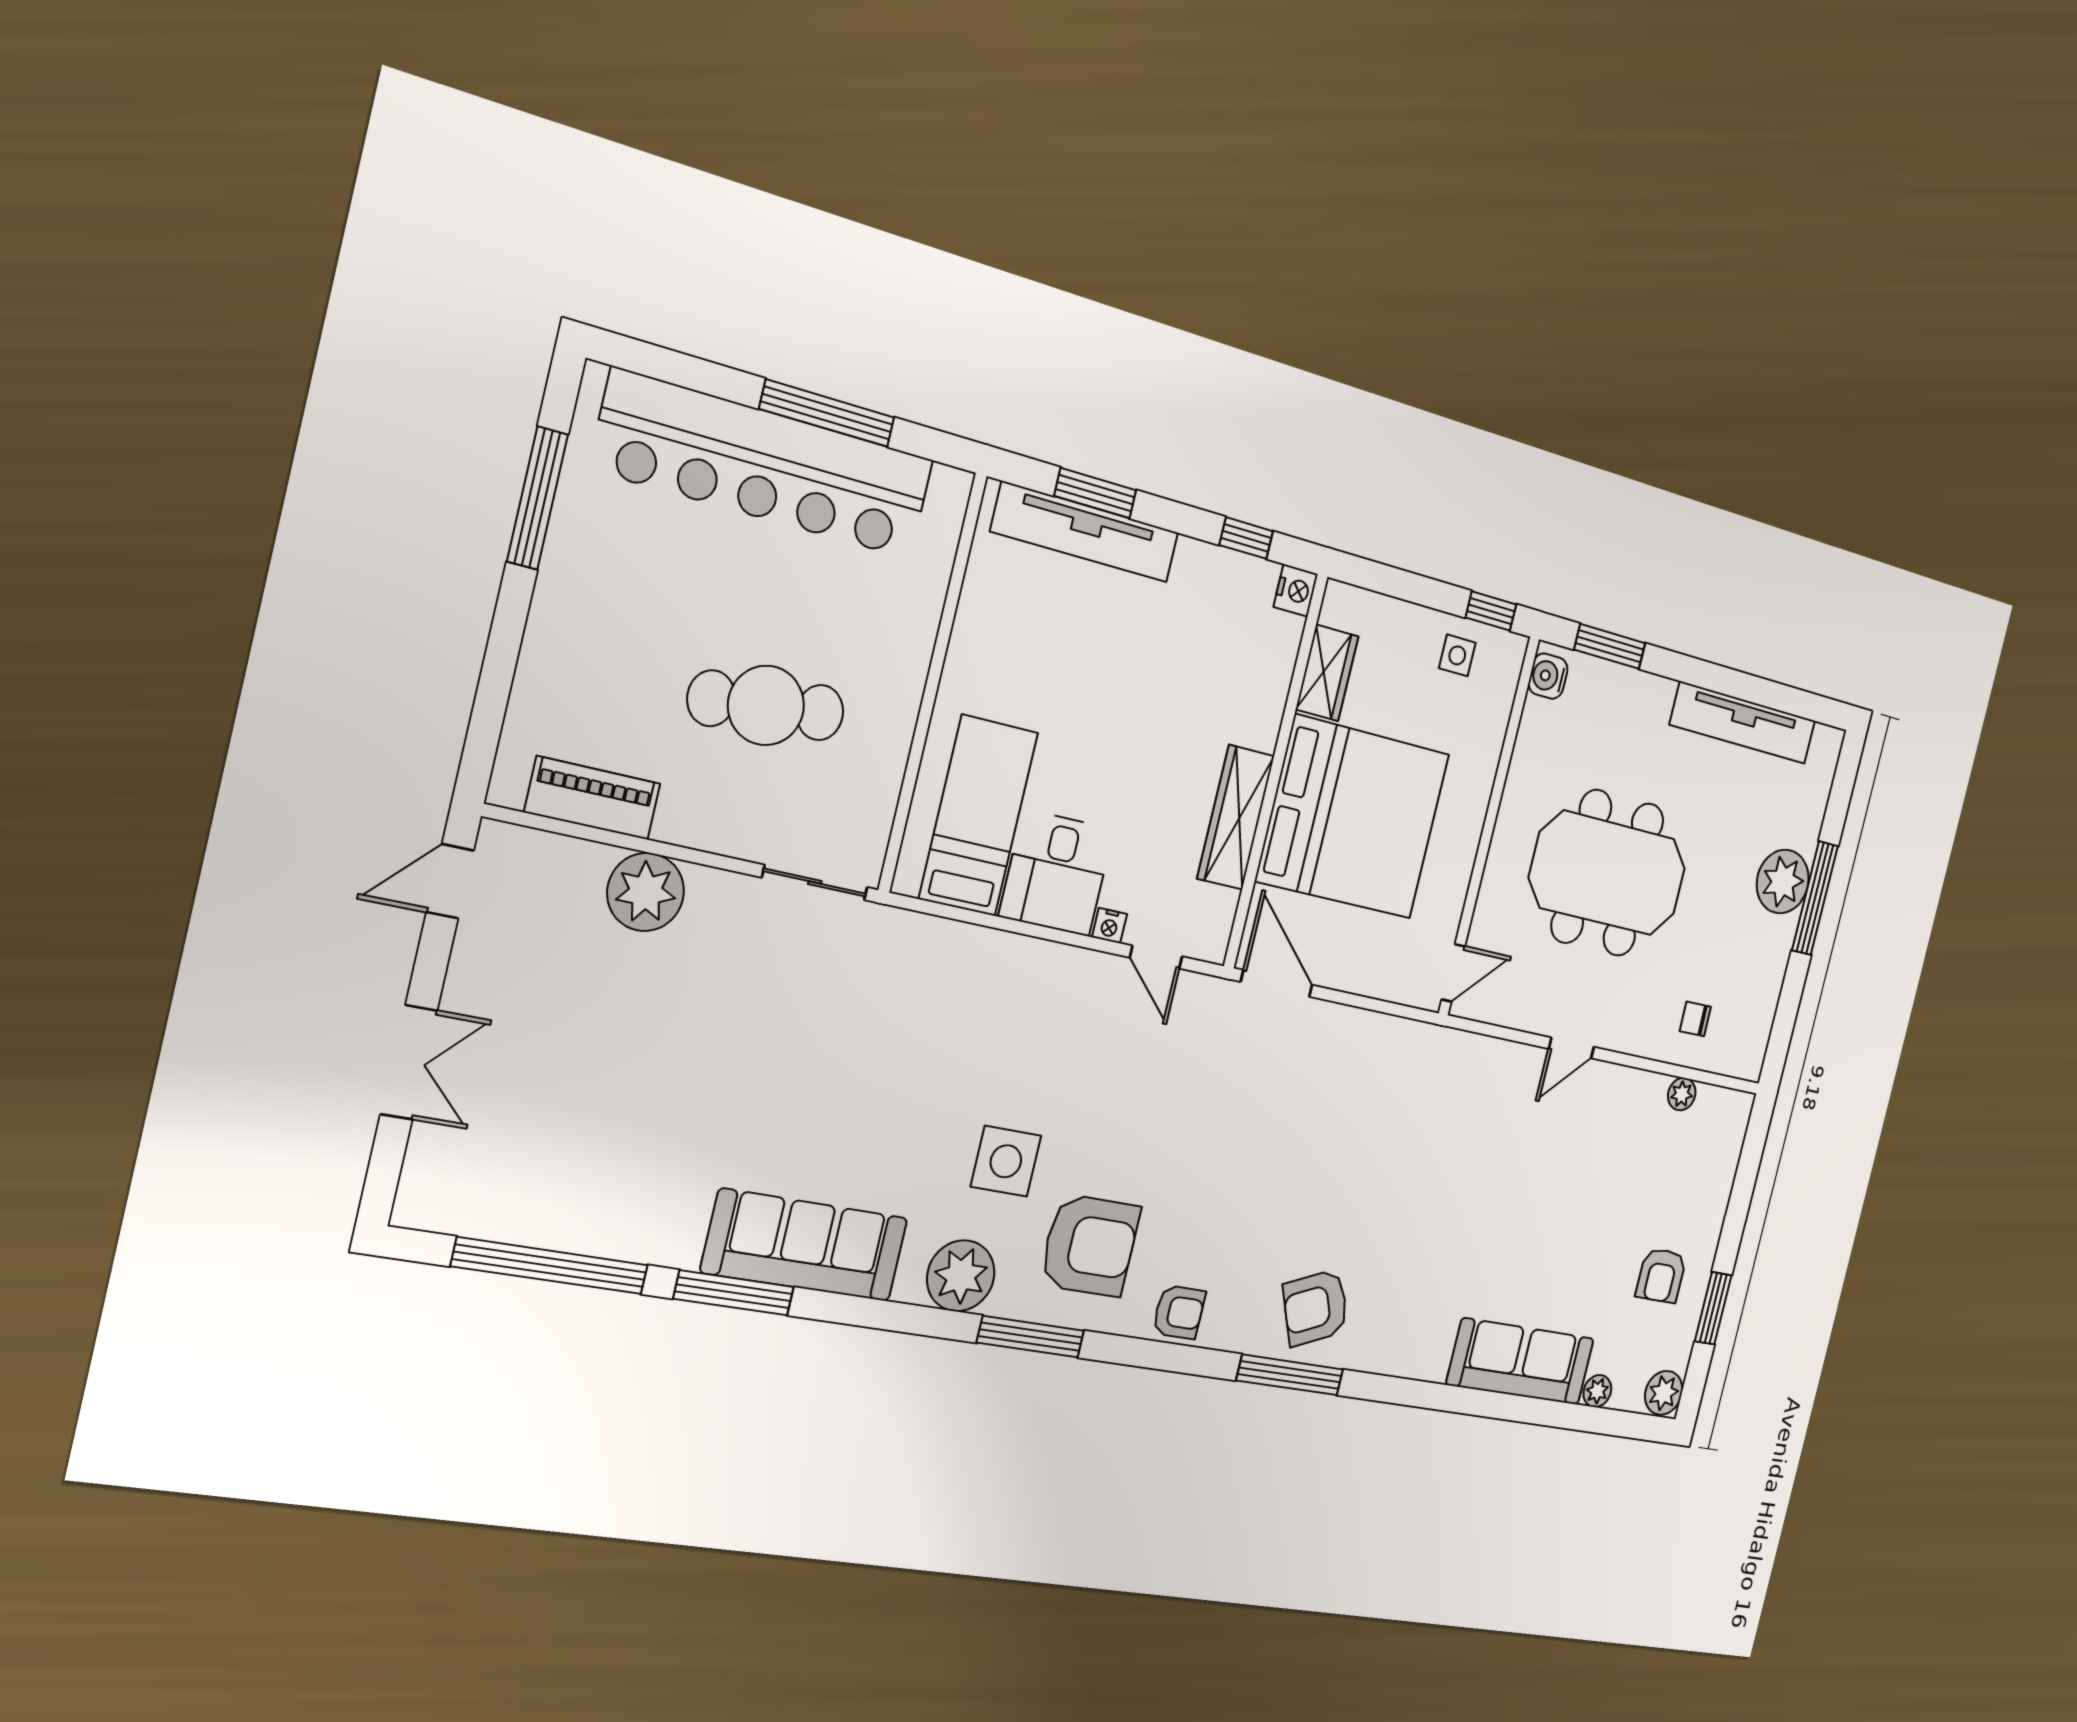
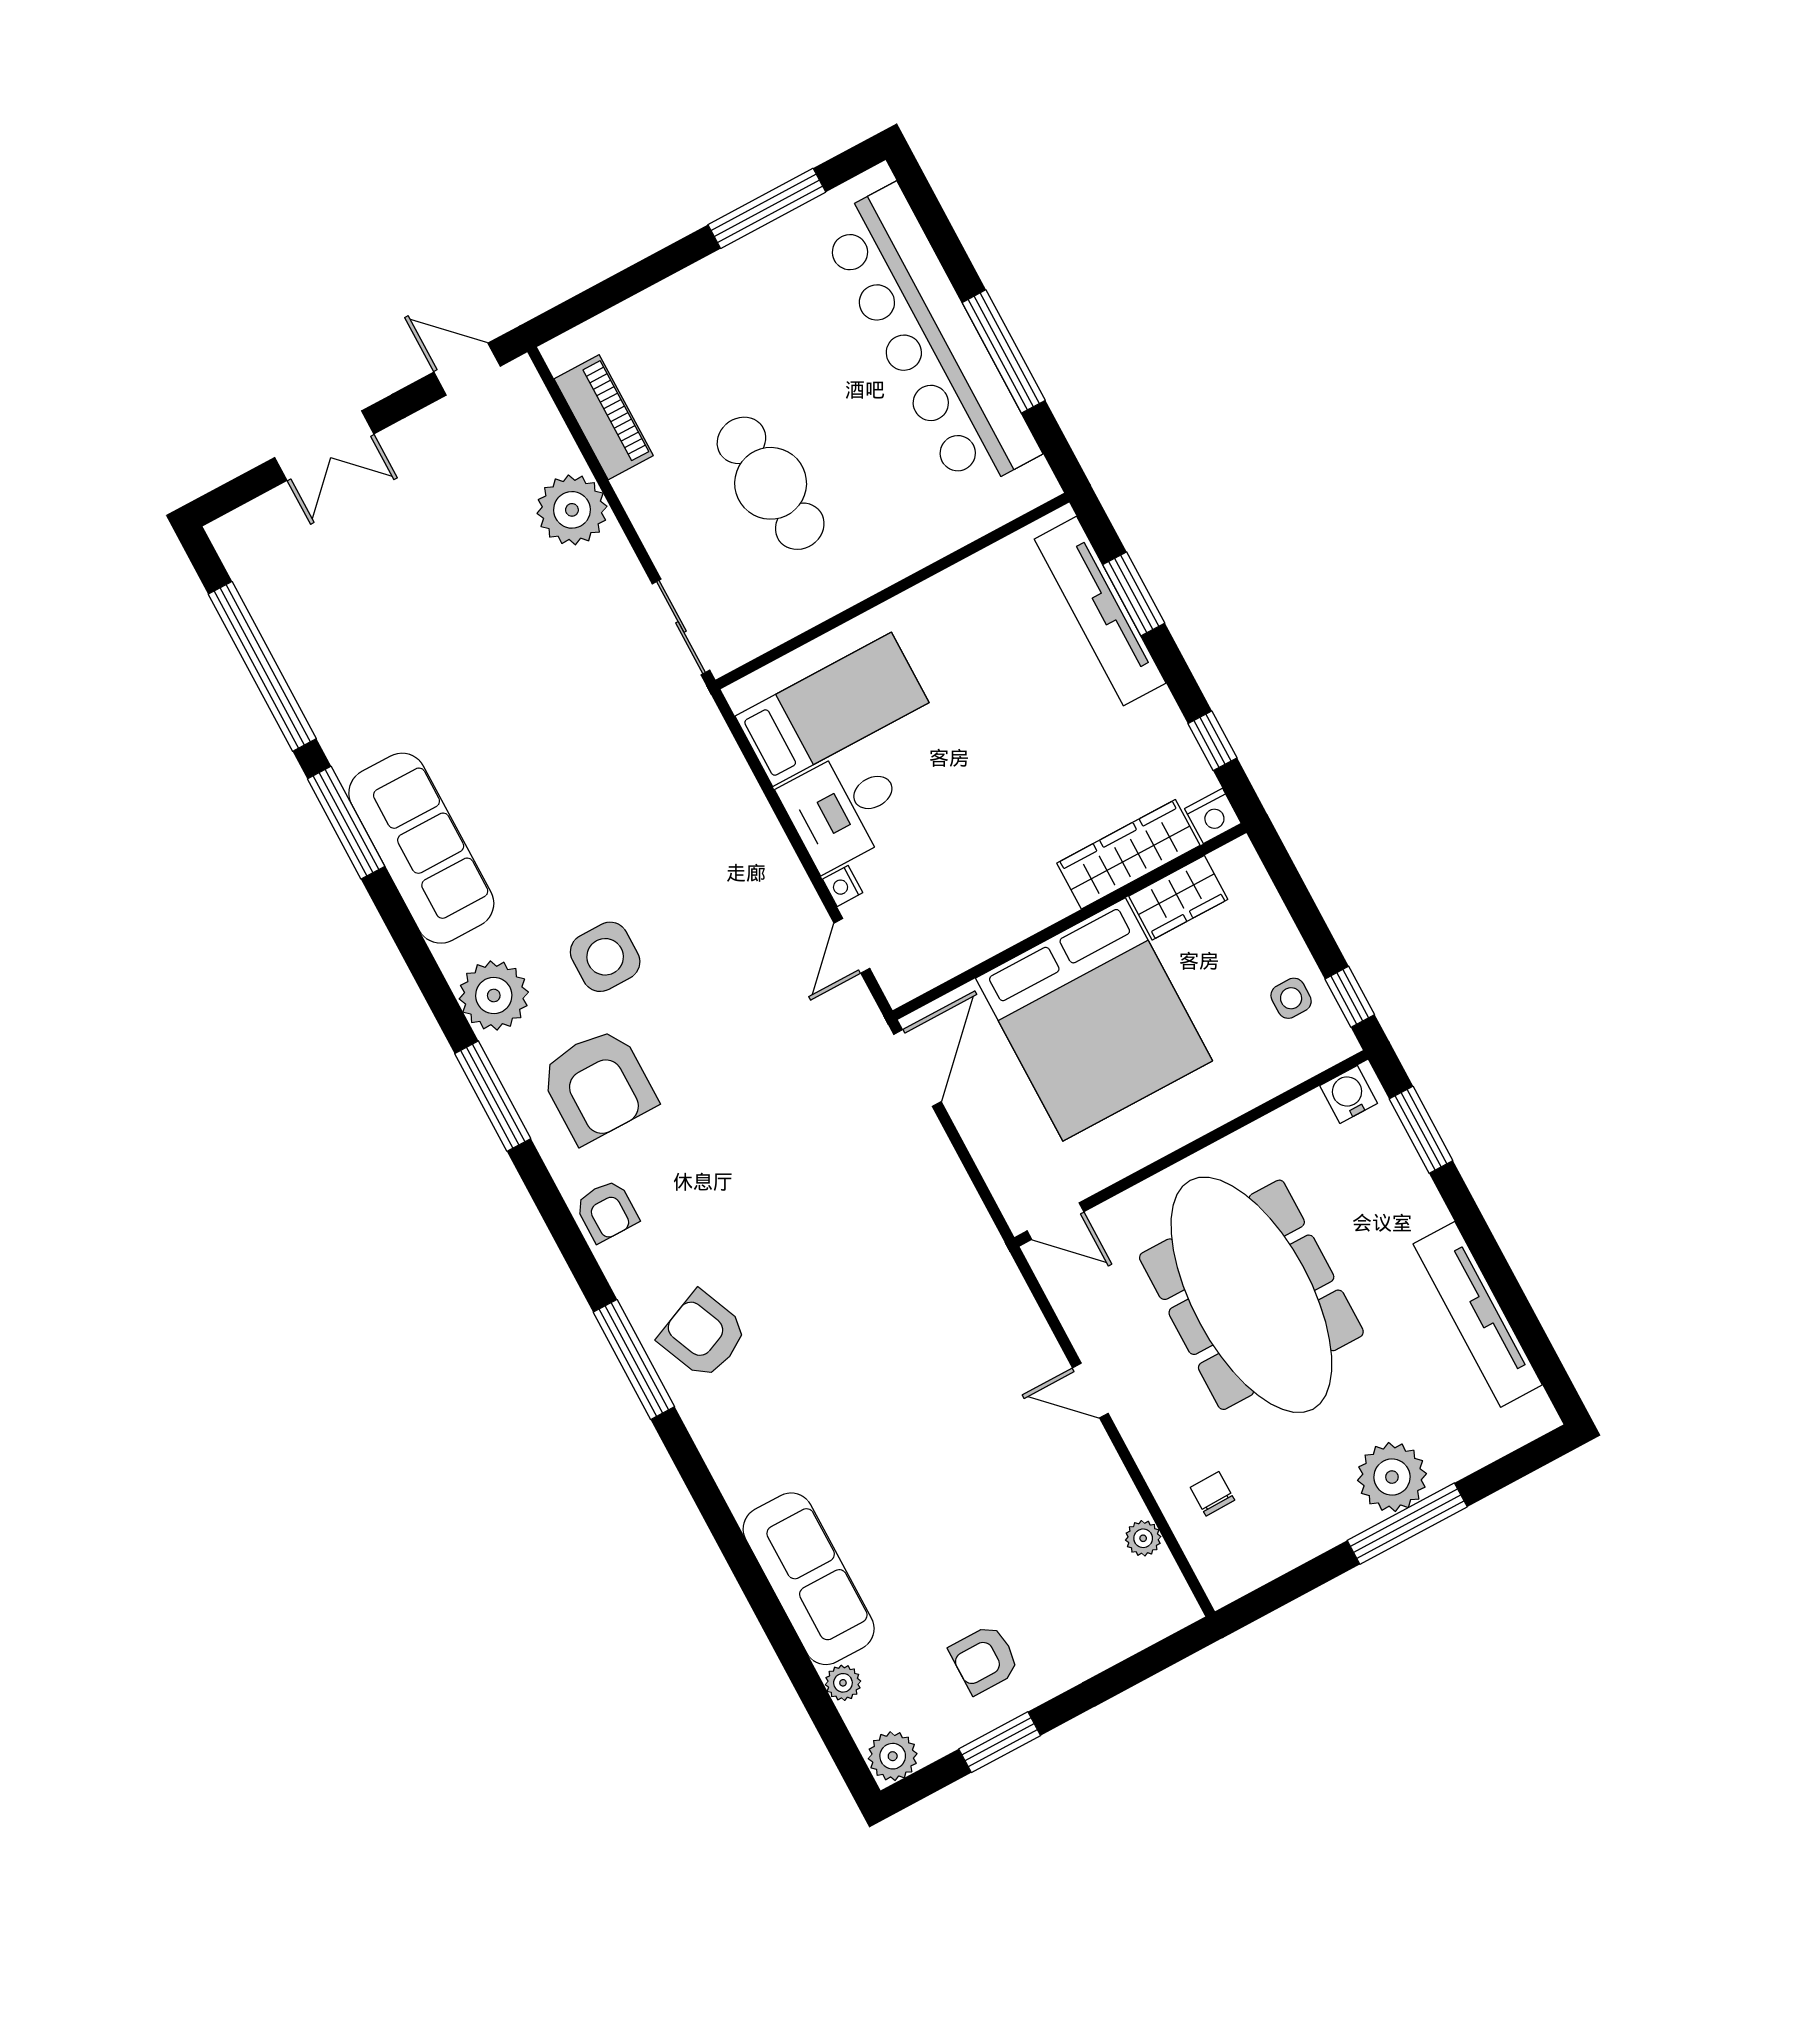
wardrobe: (1236, 817) -> (1128, 854), moved
meeting table: (1607, 873) -> (1251, 1295), width x1.36

